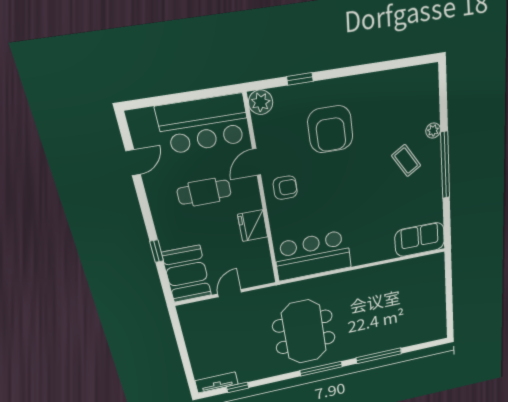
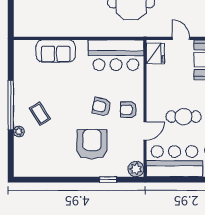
armchair: (323, 185) -> (102, 107), added
fridge: (253, 226) -> (155, 53), moved
sofa: (420, 240) -> (56, 51), moved
door: (230, 293) -> (181, 38), swing flipped

